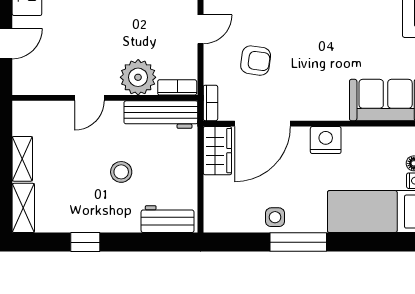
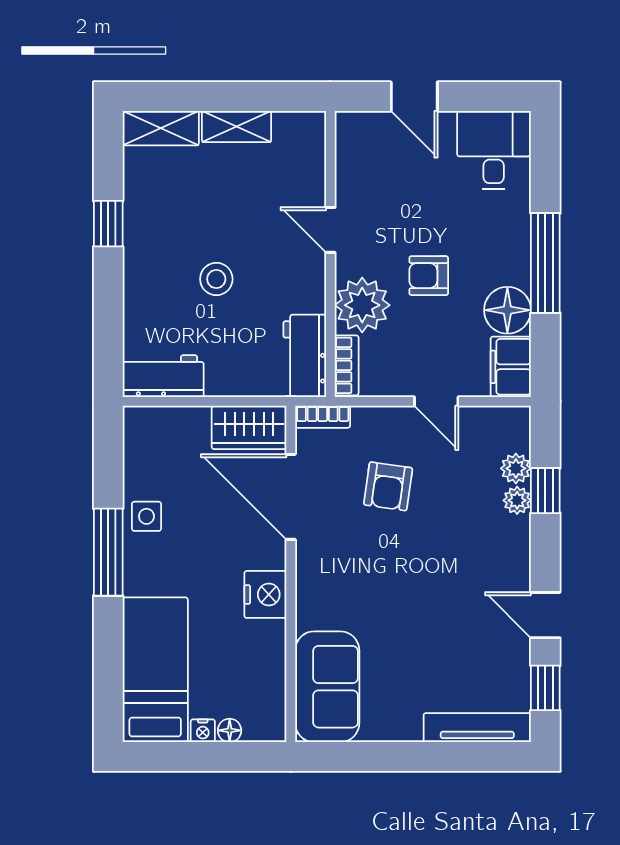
armchair: (119, 34) -> (429, 276), added
workbench: (161, 115) -> (305, 356), width x0.73
workbench: (168, 219) -> (163, 376), moved, turned -90

